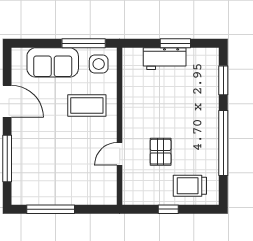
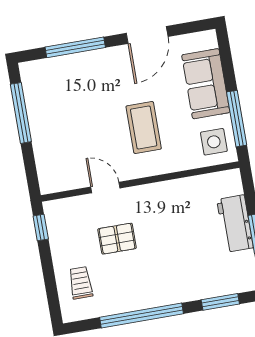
coffee table: (87, 105) -> (144, 127), moved
trolley: (190, 186) -> (81, 283), width x0.73, depth x0.72
window: (168, 209) -> (41, 227), moved

